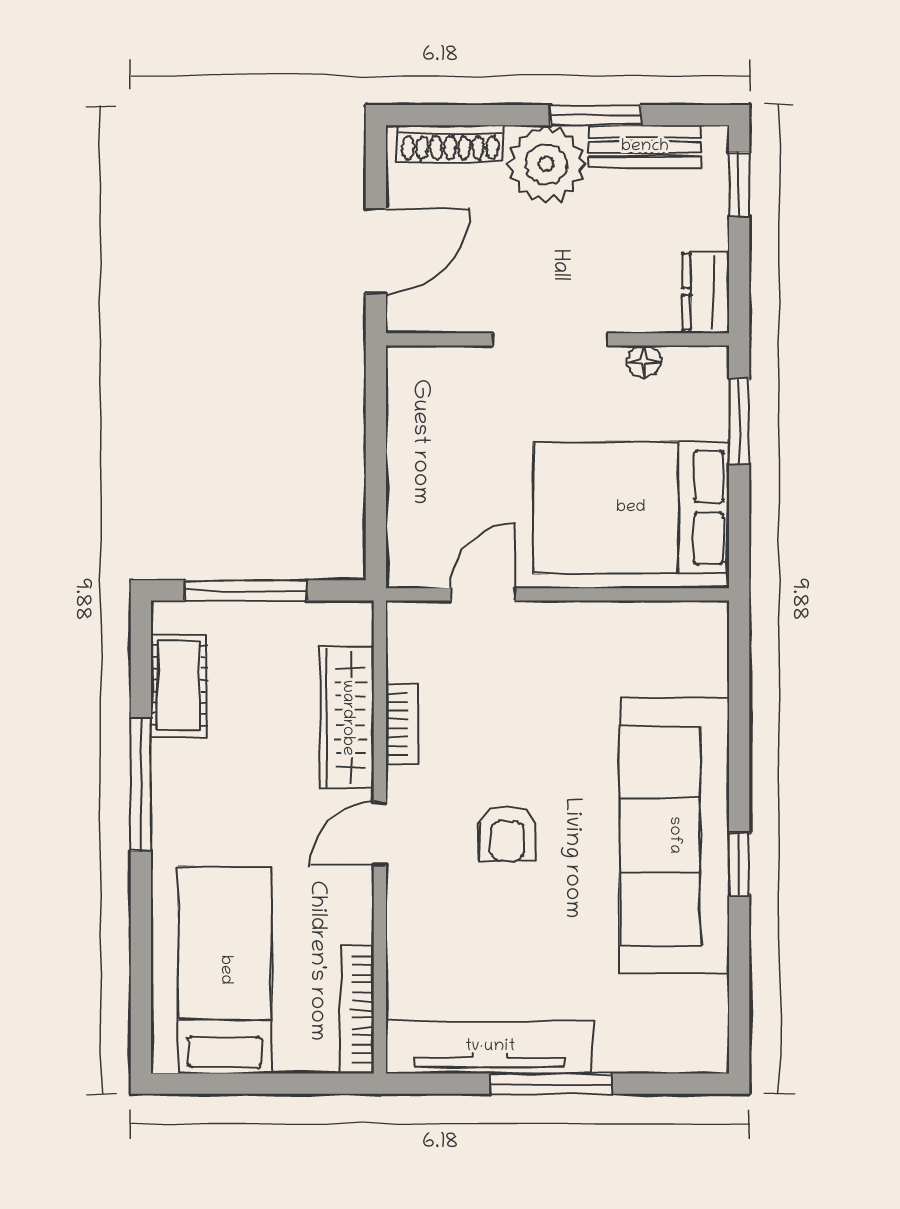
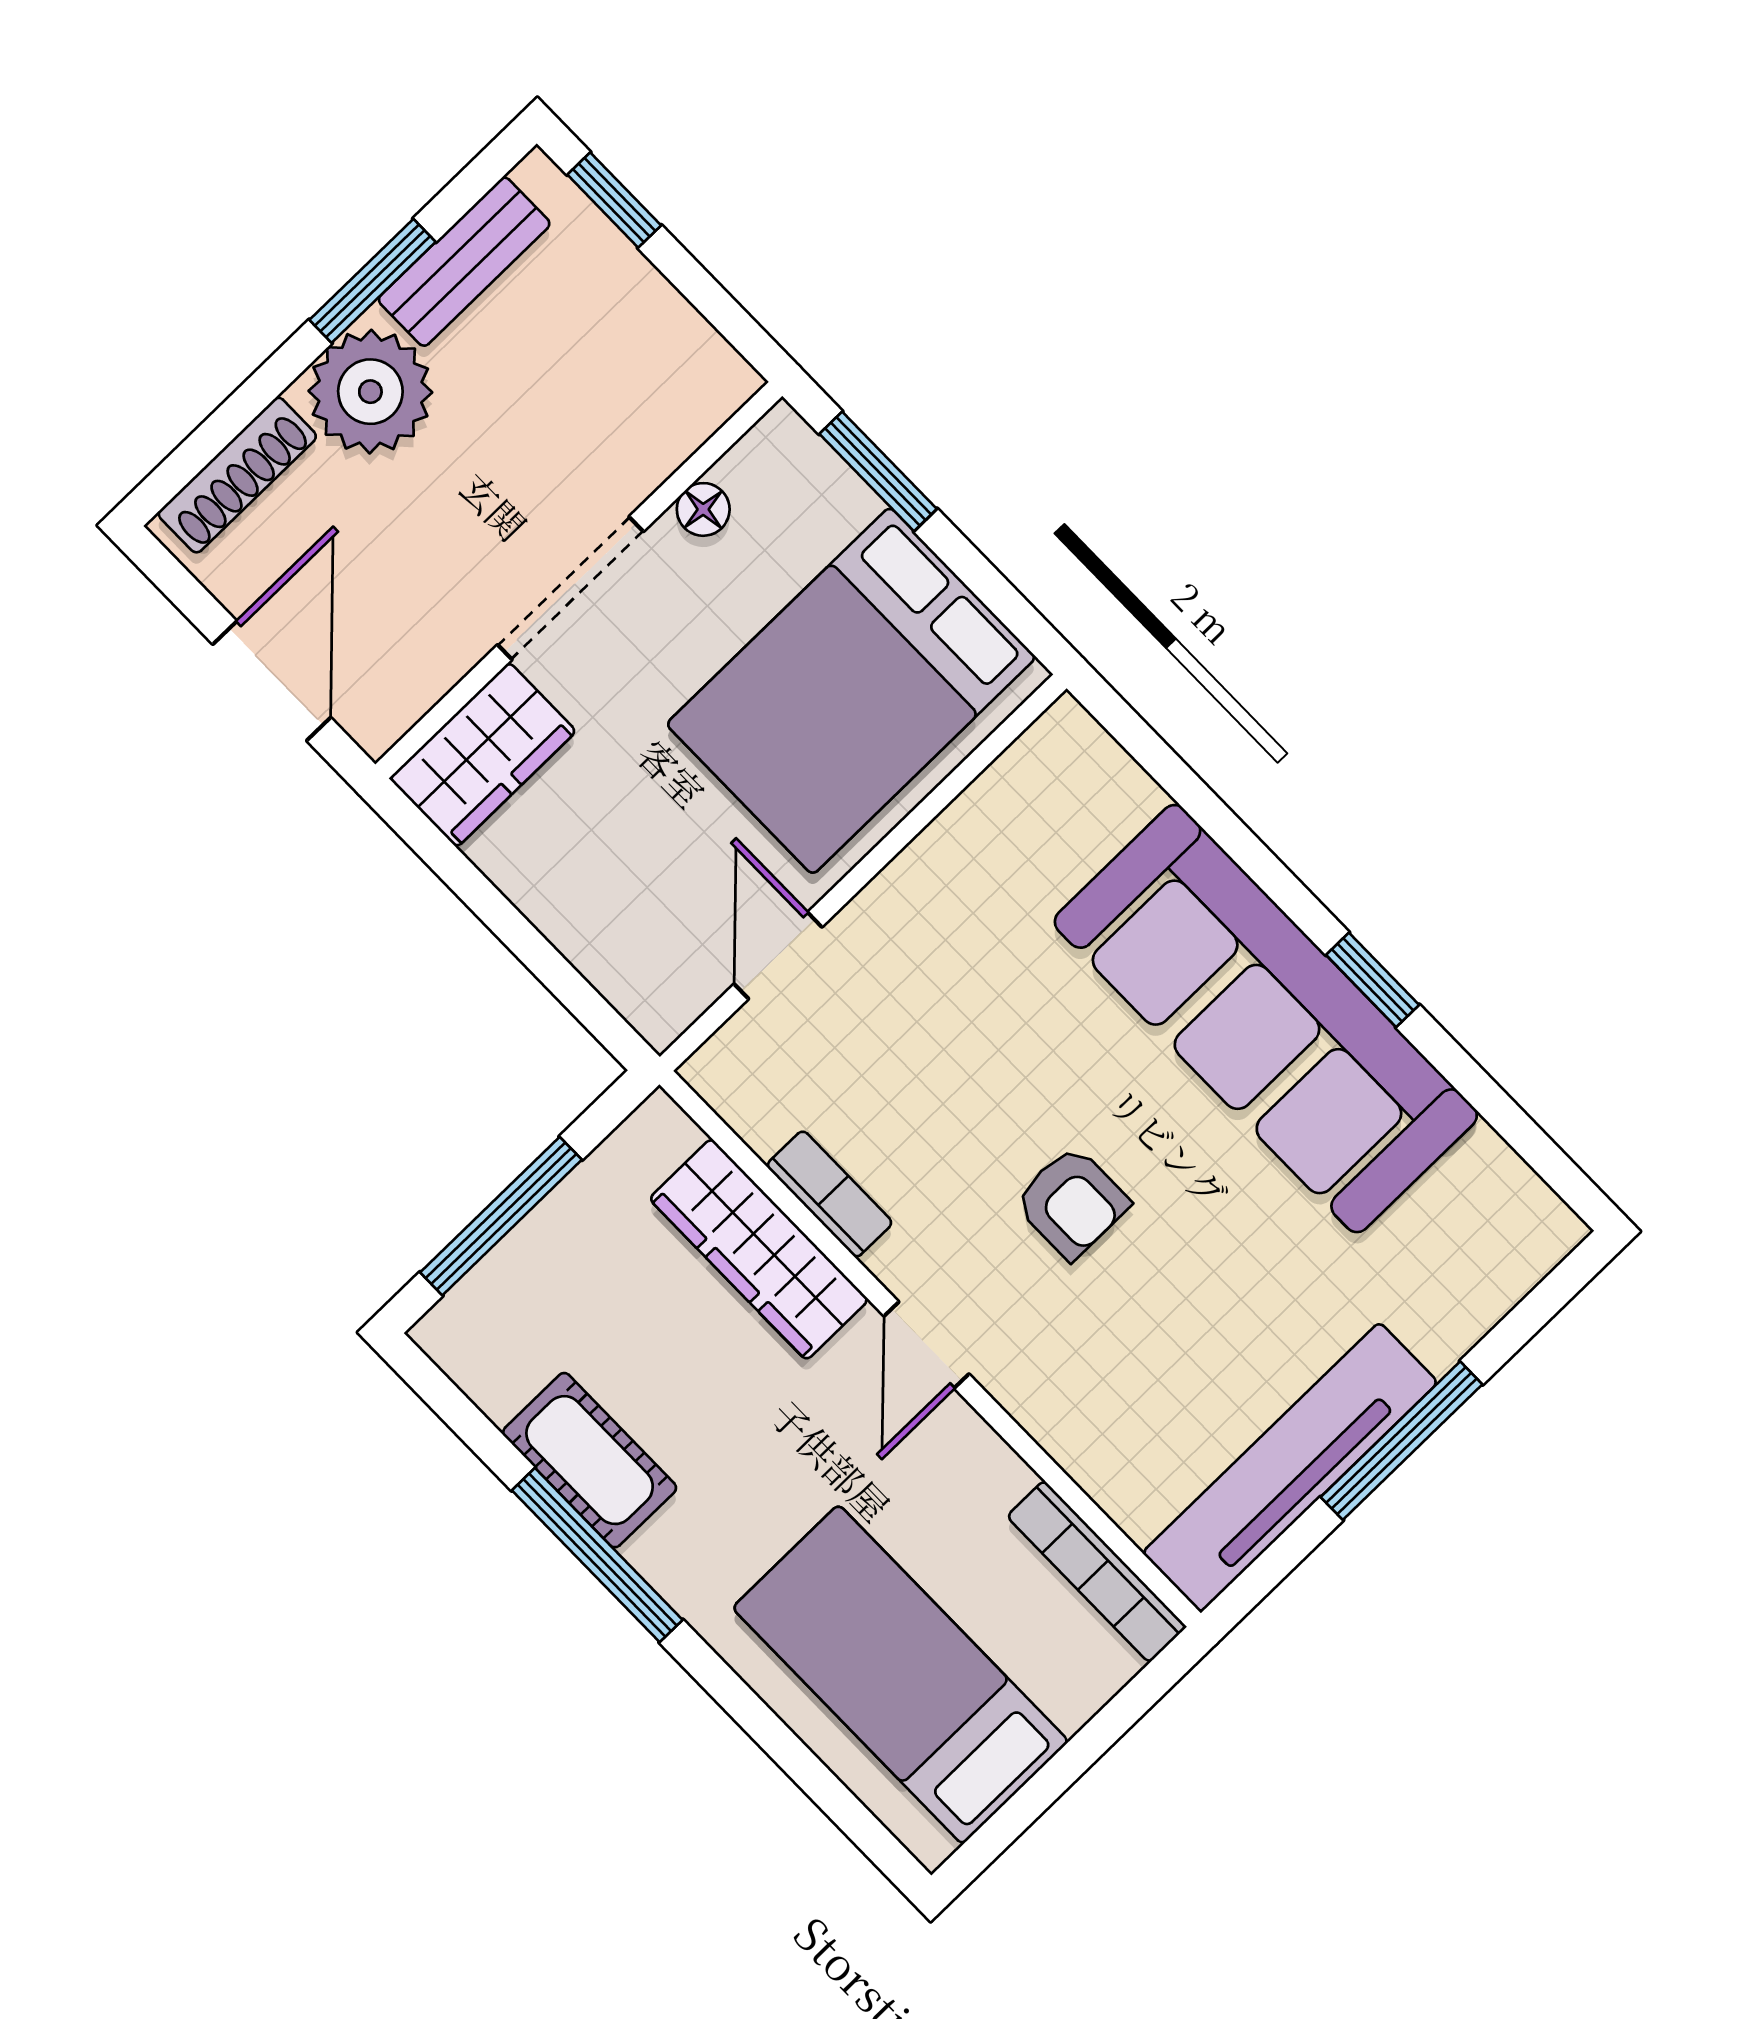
dresser: (706, 292) -> (696, 360), removed
wardrobe: (438, 376) -> (483, 755), added
cot: (179, 685) -> (590, 1460), moved

